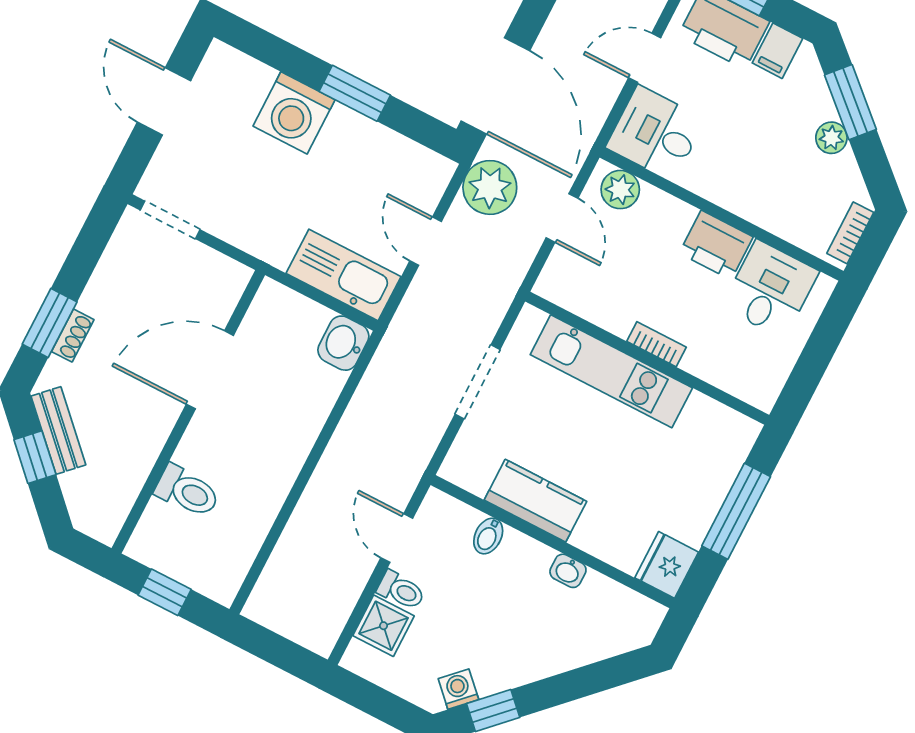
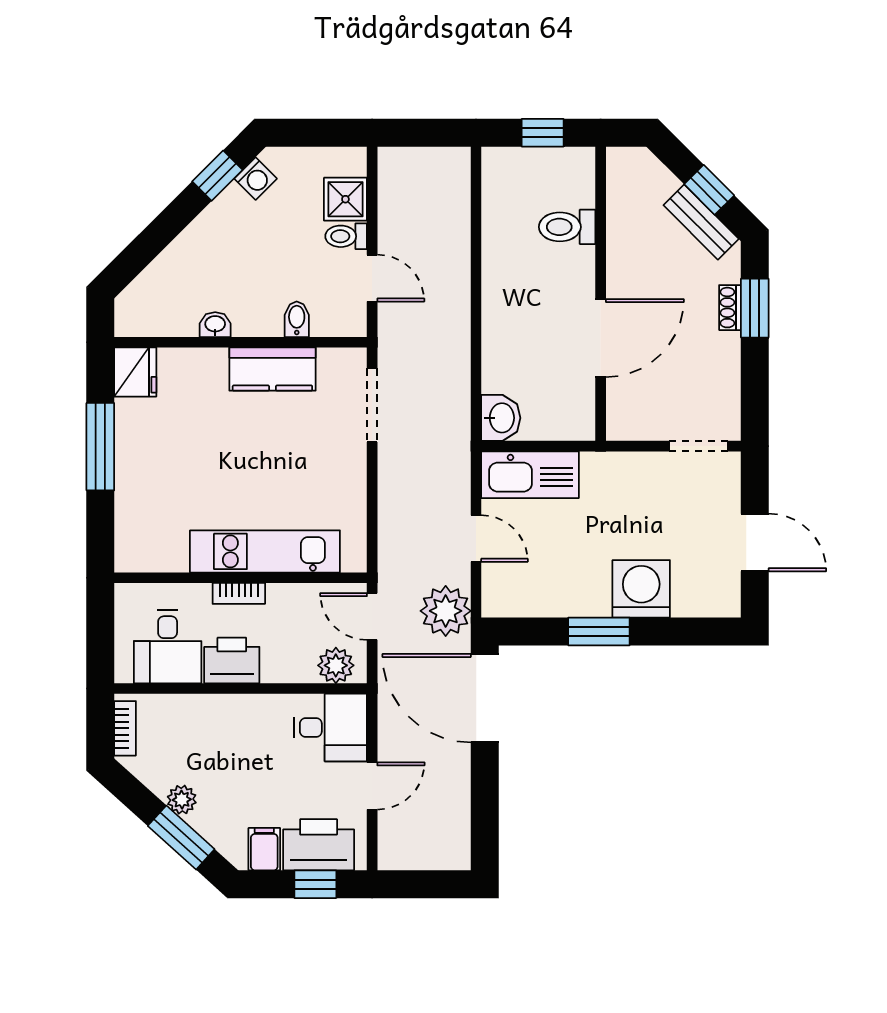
bookcase: (657, 344) -> (239, 593), moved
wall: (647, 358) -> (241, 578), moved
kitchen unit: (611, 371) -> (265, 551), moved
doorway: (477, 382) -> (372, 405), moved

